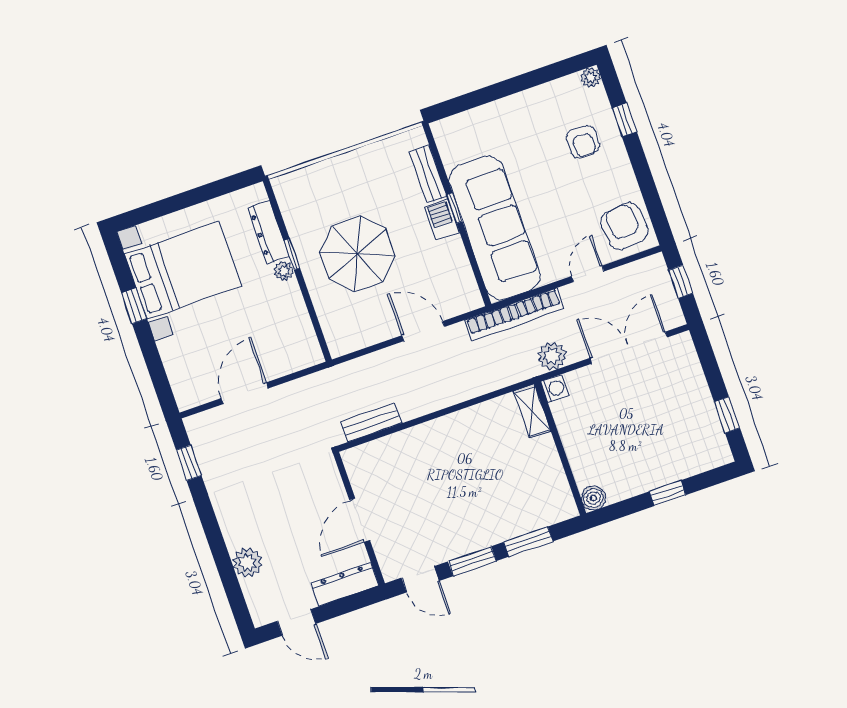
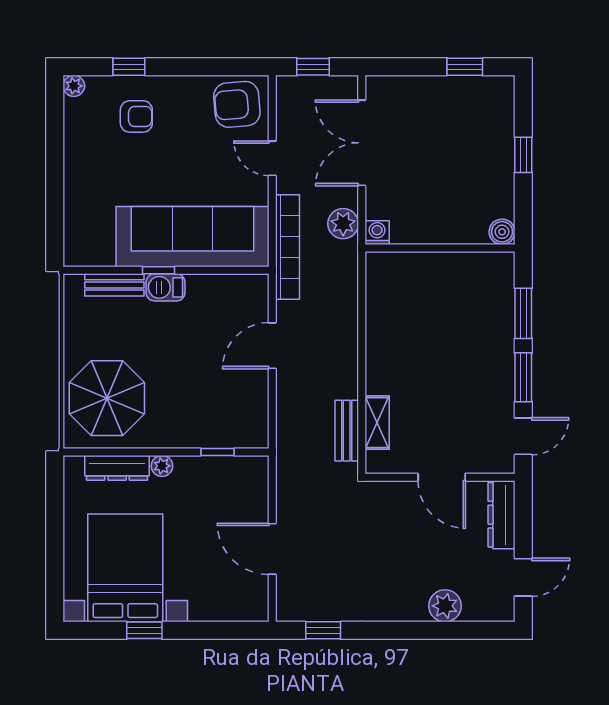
window: (292, 254) -> (217, 452), moved
parasol: (357, 254) -> (107, 398), moved
shelving: (532, 411) -> (377, 423), moved, turned 90

